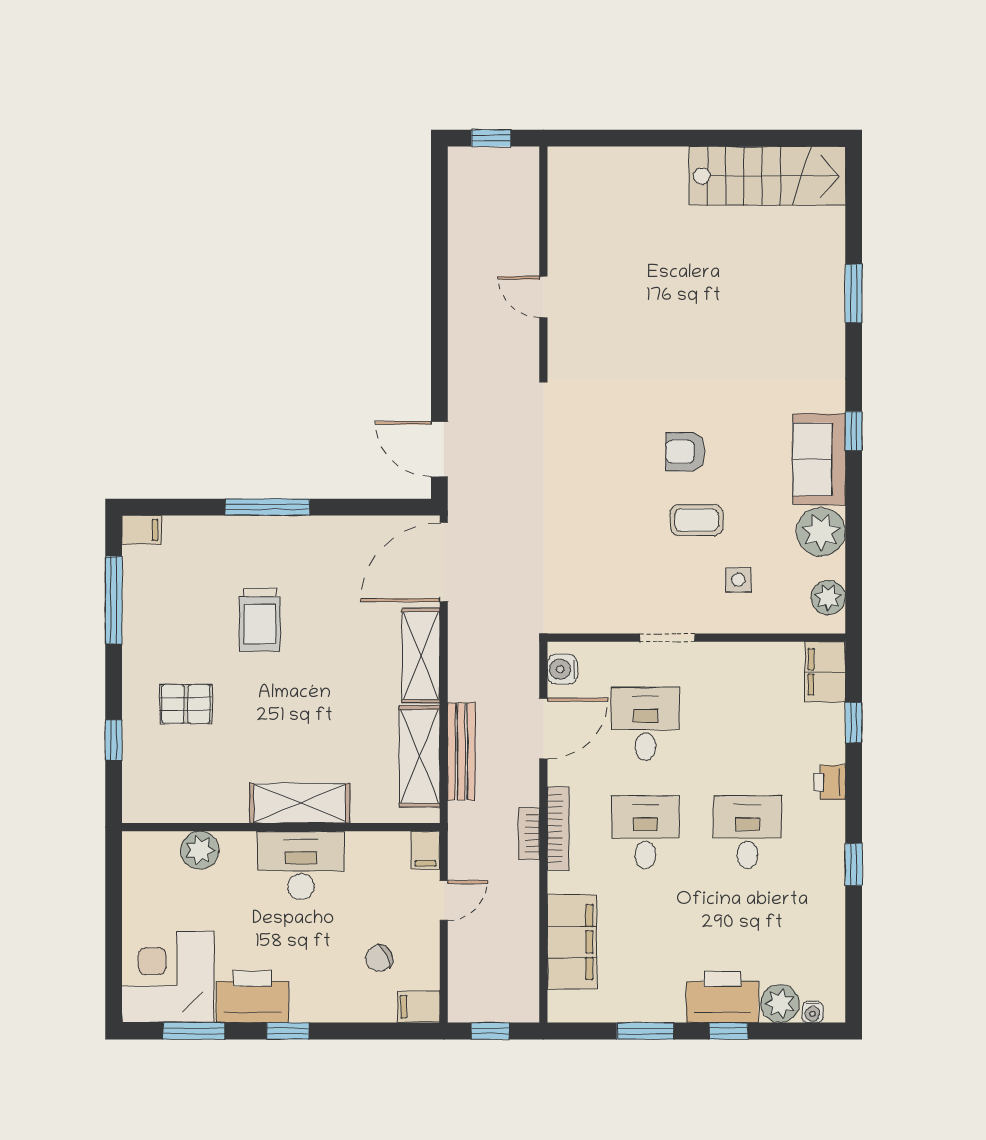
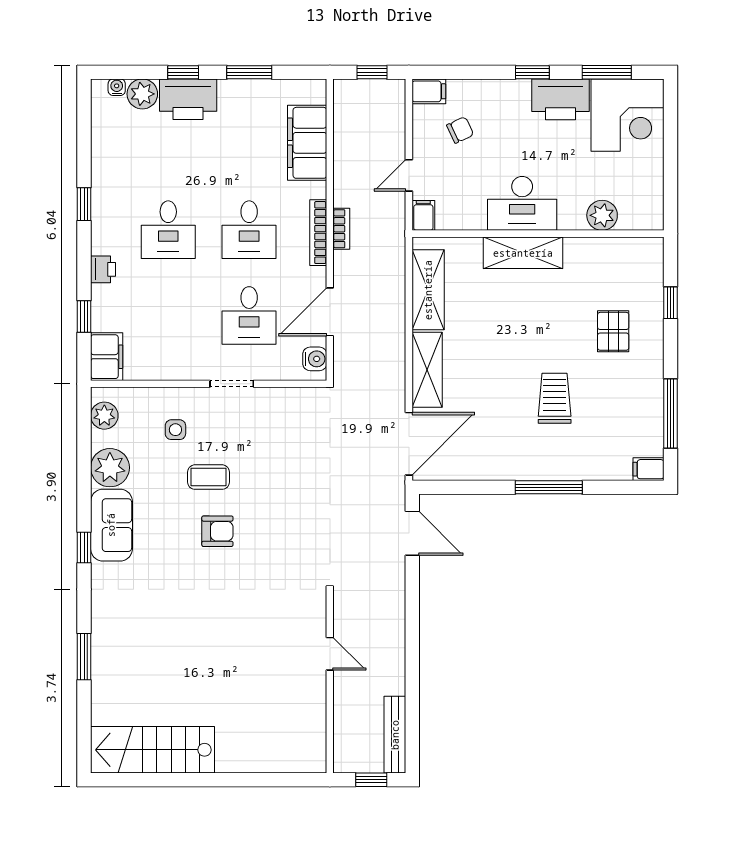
pallet: (186, 704) -> (613, 331), turned 90
bench: (461, 751) -> (395, 735), moved

